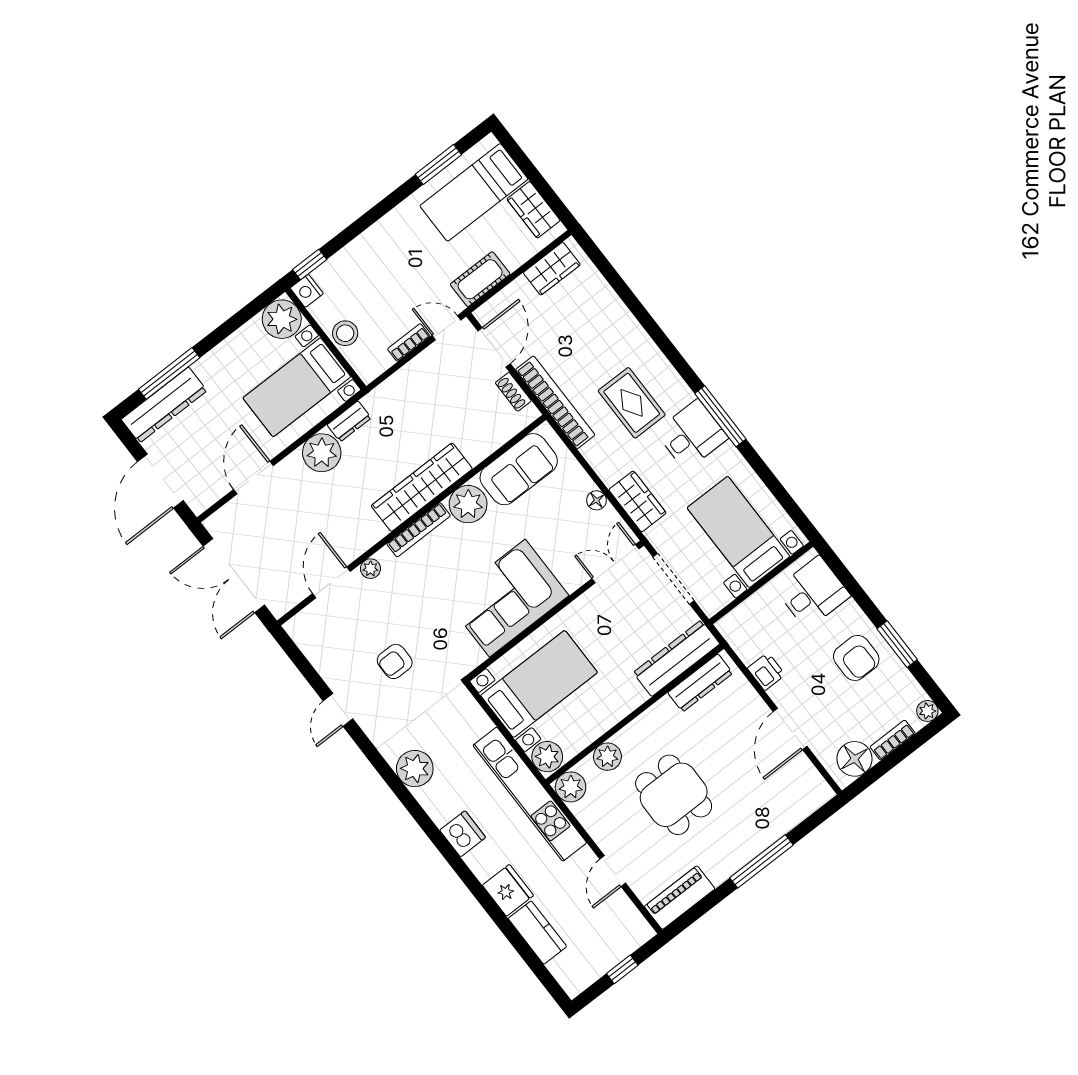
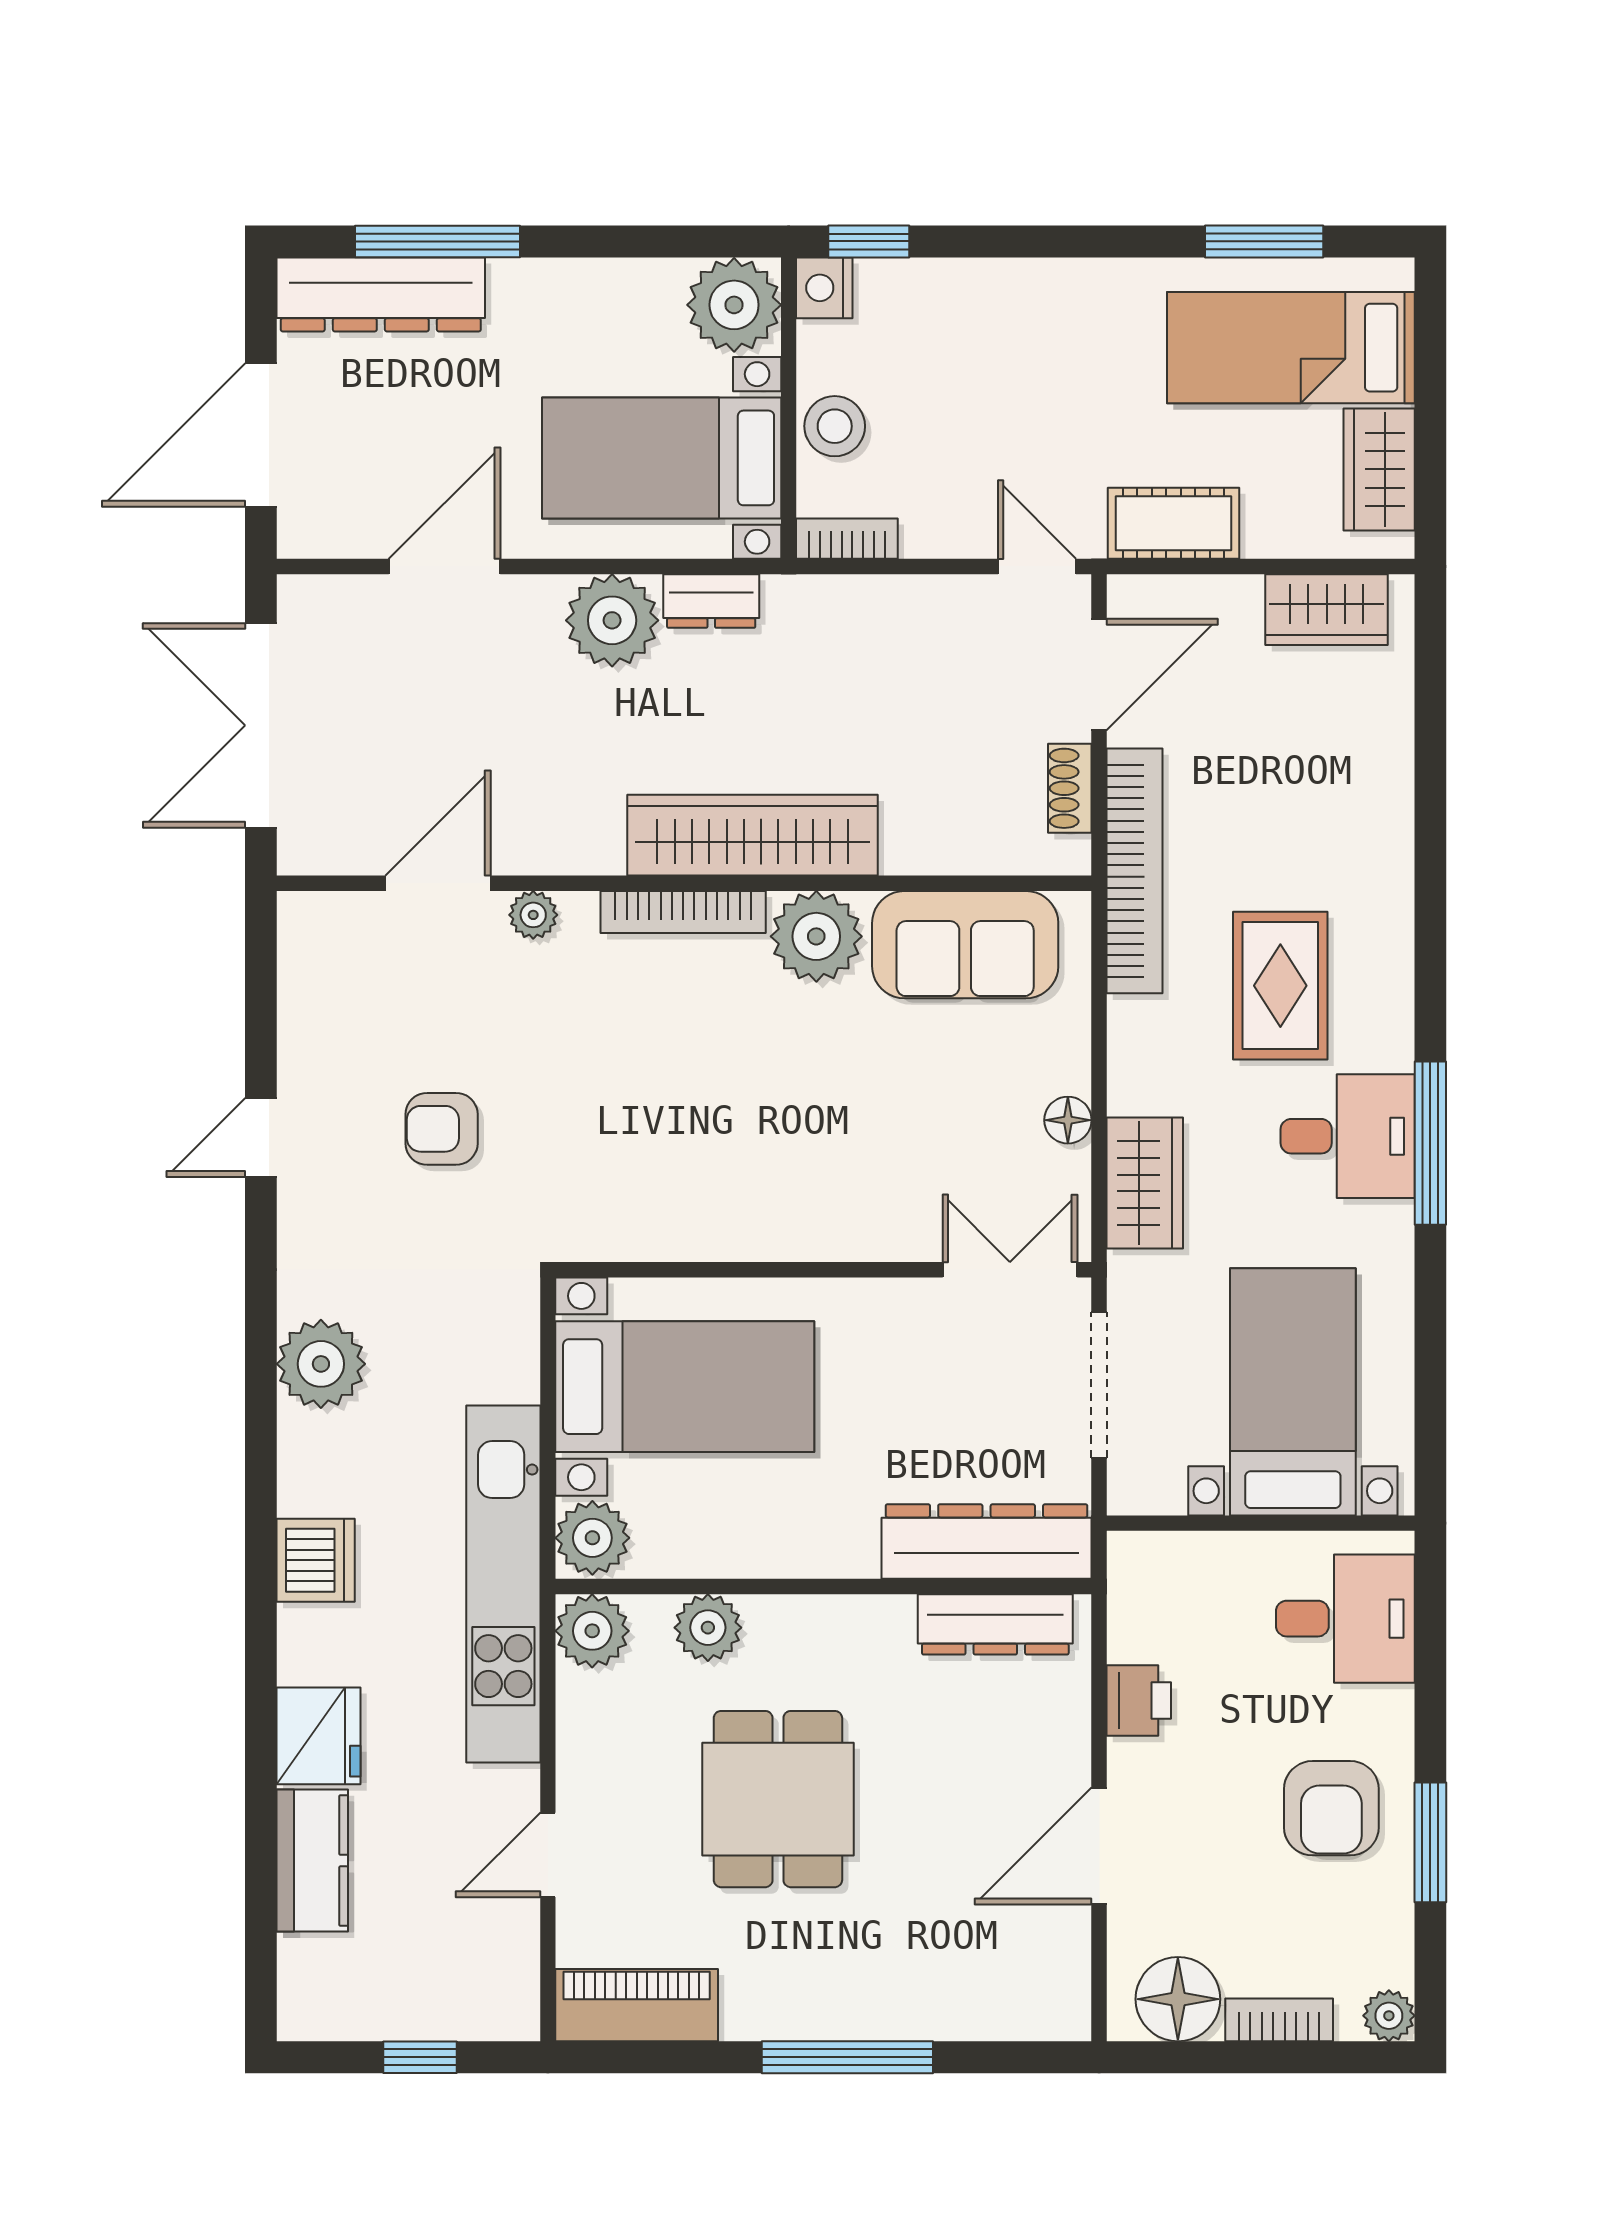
bookcase: (409, 343) -> (847, 539), moved
corner sofa: (507, 598) -> (751, 1175), removed

